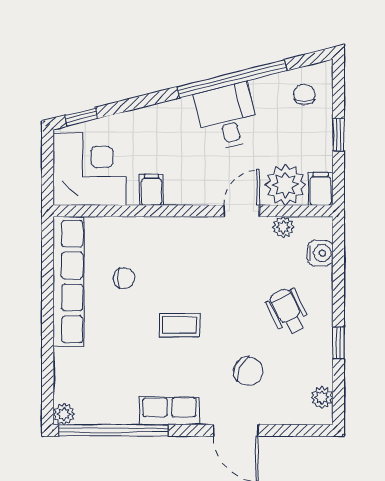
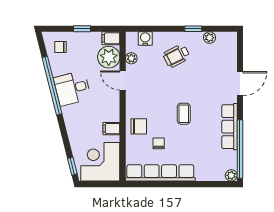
chair: (248, 371) -> (139, 126), moved, turned 65
plant: (322, 397) -> (209, 38), moved
row of seats: (169, 411) -> (229, 127), width x1.48

